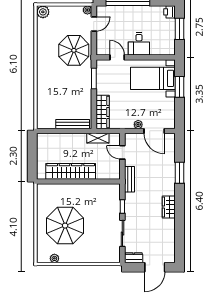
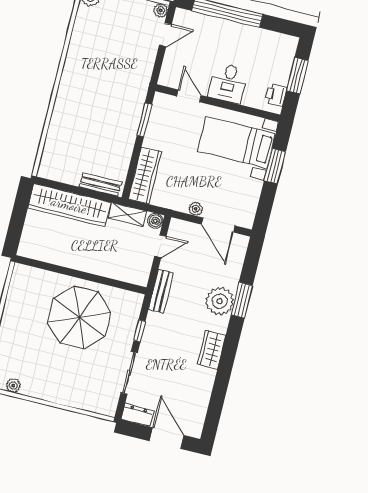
printer: (170, 12) -> (276, 95), moved
parasol: (74, 50) -> (124, 68), removed
bench: (73, 124) -> (100, 184), width x0.73
boiler: (116, 138) -> (155, 221), added
door: (122, 152) -> (160, 246), swing flipped
wardrobe: (71, 171) -> (69, 205), moved, turned 180
plant: (166, 177) -> (220, 301), added
parasol: (65, 226) -> (79, 317), moved
door: (155, 267) -> (167, 438), swing flipped

